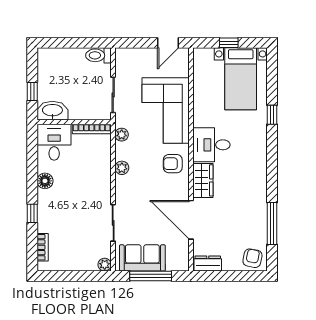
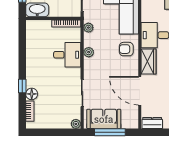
desk: (54, 142) -> (67, 55), moved, turned 90
floor lamp: (45, 181) -> (32, 94), moved

